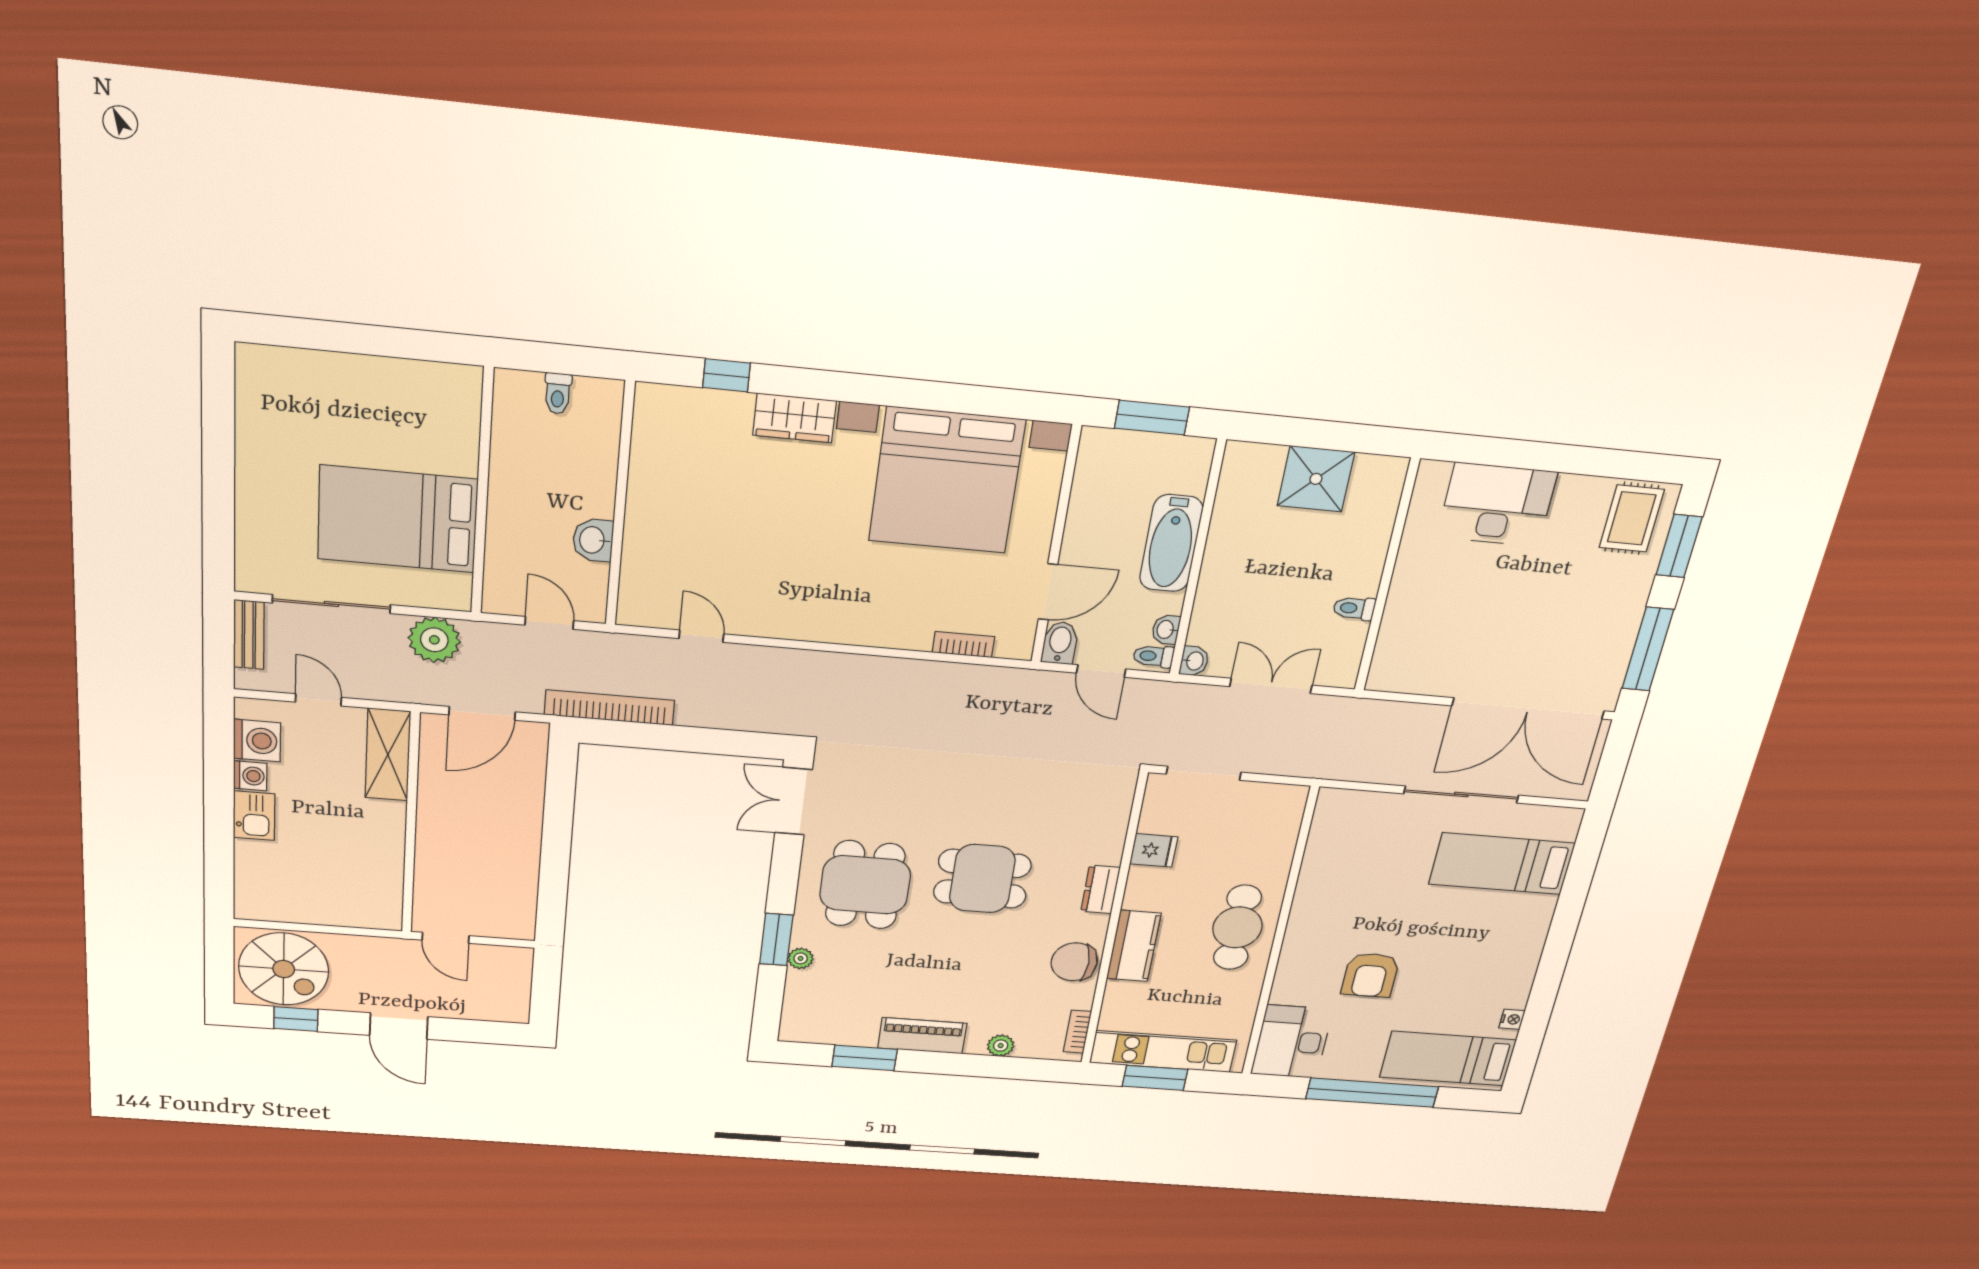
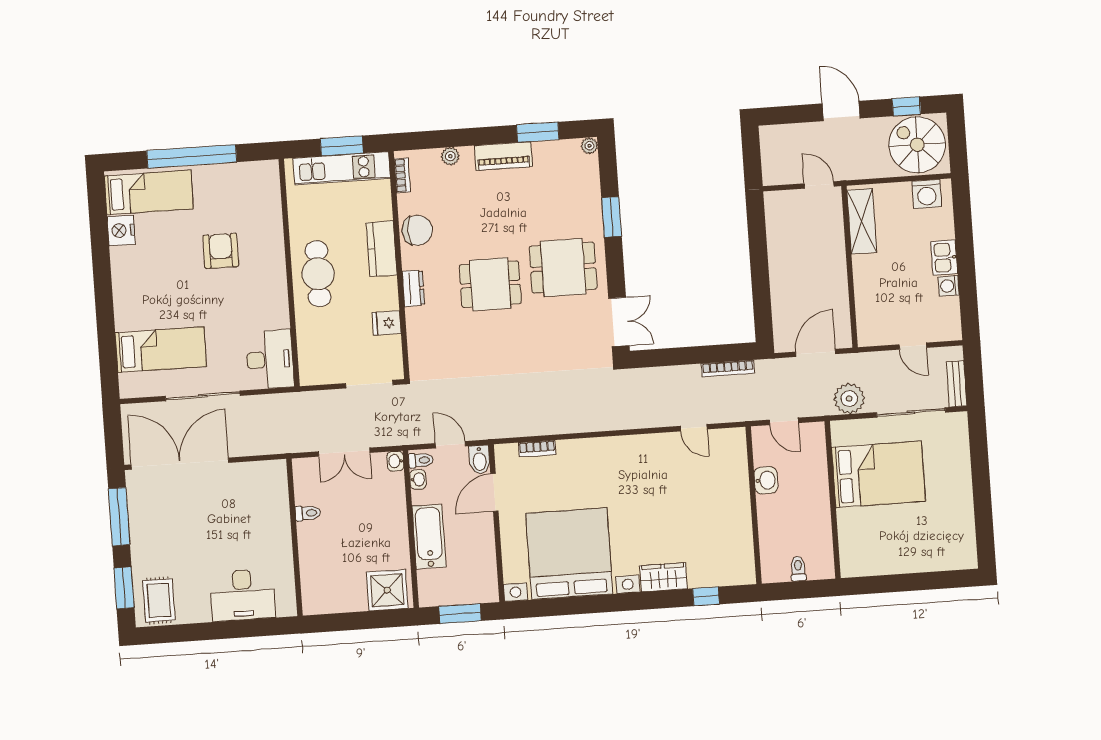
shower: (1316, 479) -> (387, 590), moved
bookcase: (610, 708) -> (728, 368), width x0.68, depth x0.76
washing machine: (257, 741) -> (927, 194), moved, turned -90
shelving: (388, 755) -> (862, 221), moved
dining table: (865, 885) -> (563, 268), turned 90
plant: (801, 958) -> (589, 146), moved
nightstand: (1512, 1019) -> (121, 230), width x1.89, depth x1.79
desk: (1292, 1042) -> (270, 359), moved

